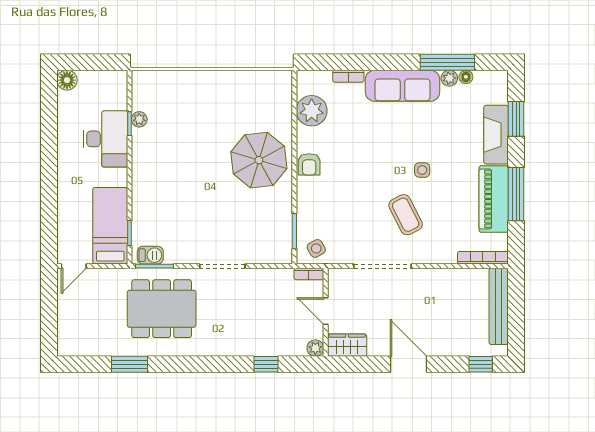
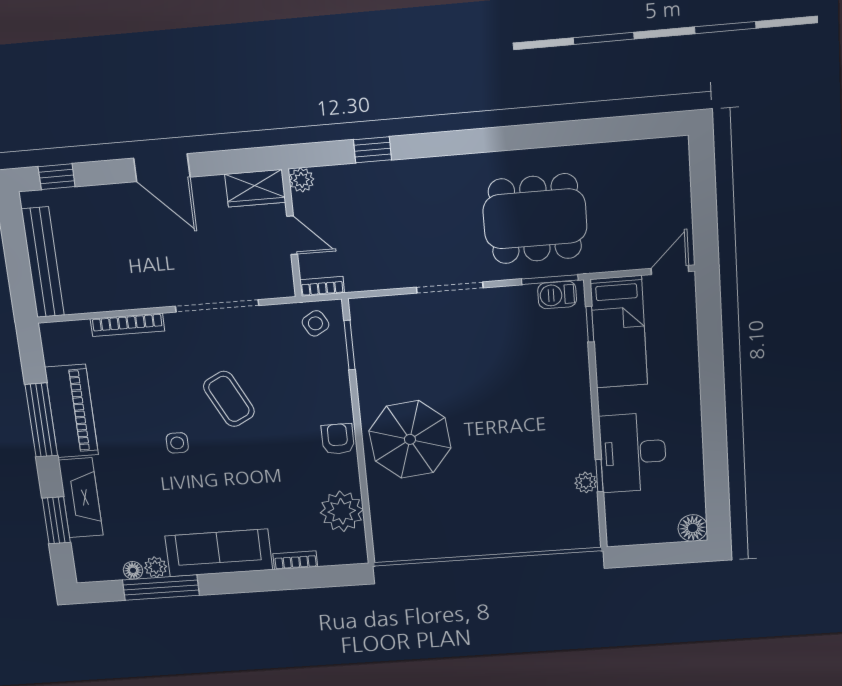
coffee table: (406, 215) -> (229, 399), moved
bookcase: (483, 258) -> (127, 325), moved
window: (130, 364) -> (578, 132), removed

